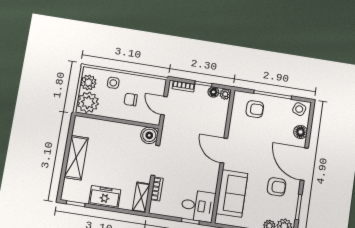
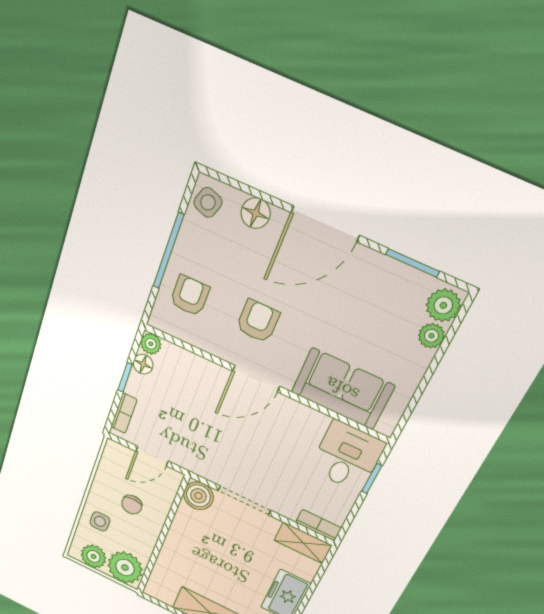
armchair: (277, 187) -> (258, 321), moved
bookcase: (157, 189) -> (318, 525), moved

